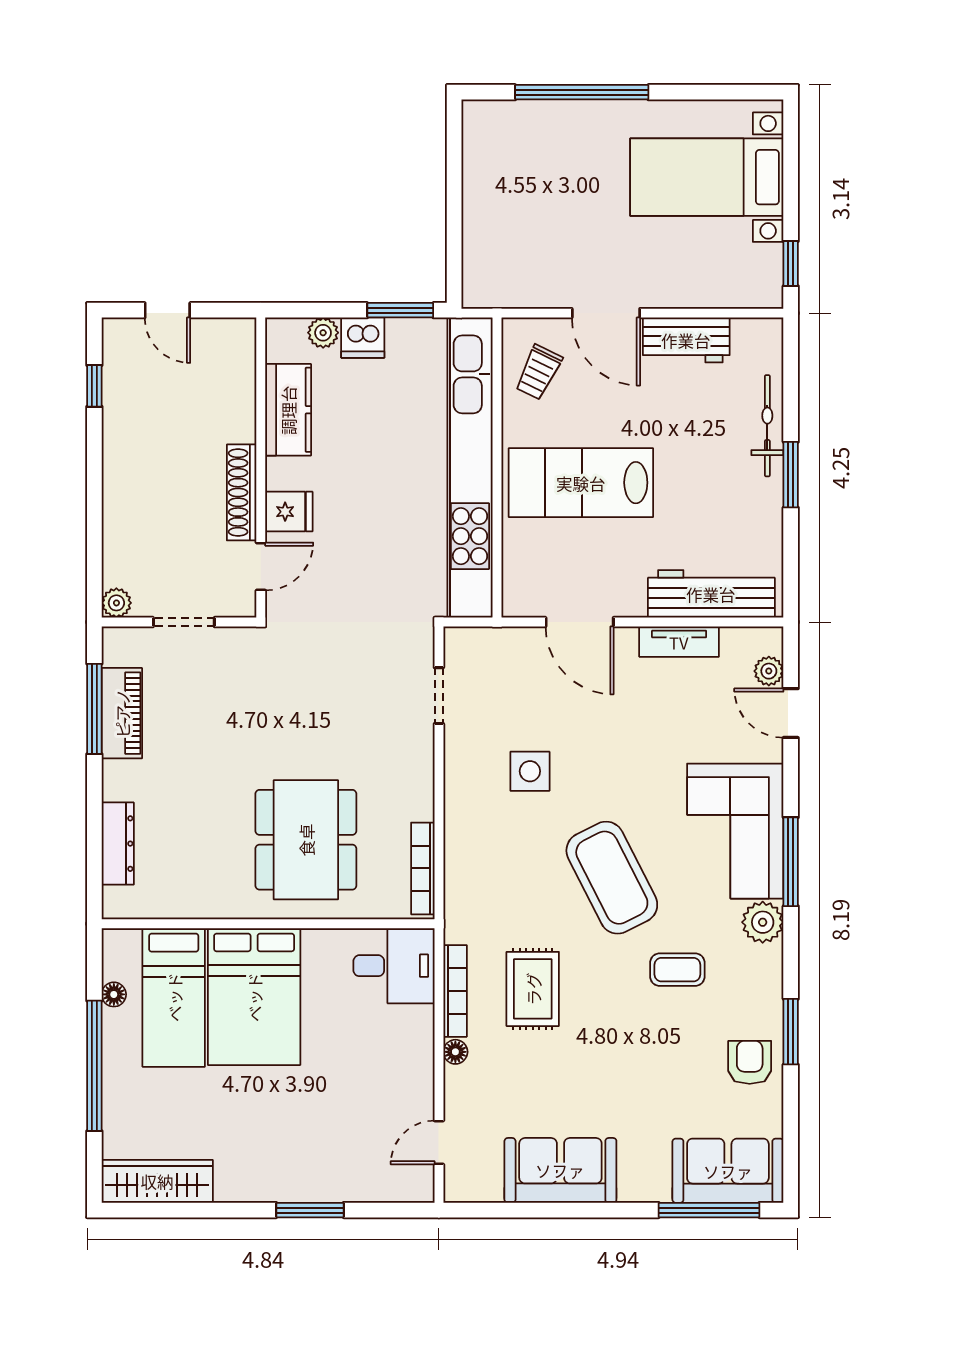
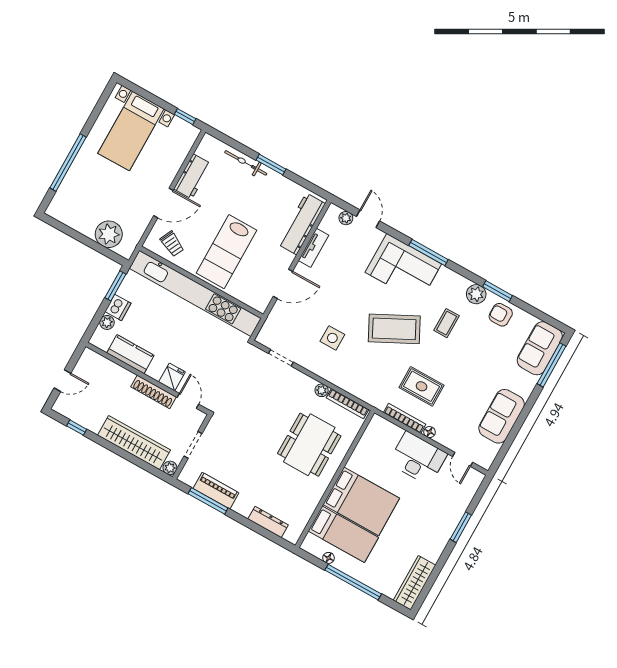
plant: (490, 244) -> (109, 234), added
wardrobe: (126, 509) -> (134, 443), added
door: (791, 713) -> (368, 219), swing flipped
plant: (421, 806) -> (322, 390), added
dining table: (306, 840) -> (309, 445), turned 90
plant: (763, 922) -> (476, 294), moved
desk: (394, 966) -> (418, 458), moved, width x1.37

